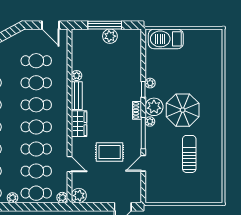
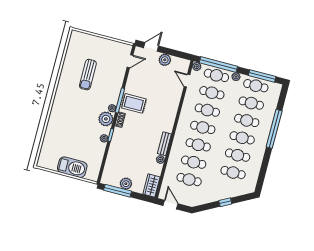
window: (105, 25) -> (118, 191), moved
barbecue: (166, 39) -> (72, 167), moved
parasol: (183, 110) -> (84, 111), removed
wardrobe: (79, 124) -> (151, 185), moved
rug: (110, 152) -> (134, 103), moved
door: (143, 163) -> (130, 61), moved
door: (70, 164) -> (187, 81), moved
plant: (79, 196) -> (165, 60), moved
window: (37, 207) -> (218, 64), added

